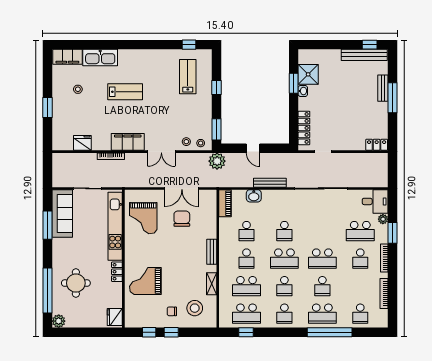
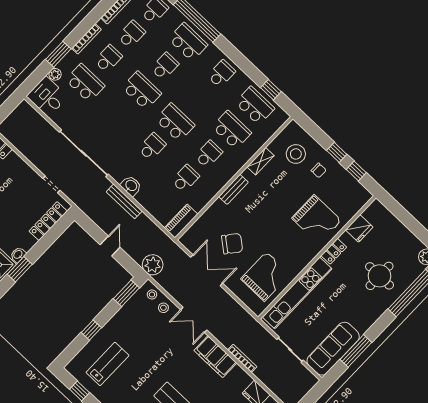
lab bench: (188, 77) -> (107, 364), turned 180
double door: (161, 152) -> (194, 320), swing flipped
washbasin: (254, 196) -> (131, 186), moved
chair: (182, 219) -> (232, 244), turned -141
school desk: (284, 286) -> (131, 34), moved
fridge: (115, 317) -> (359, 228), moved

